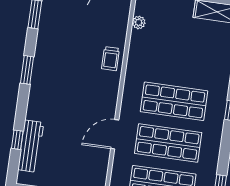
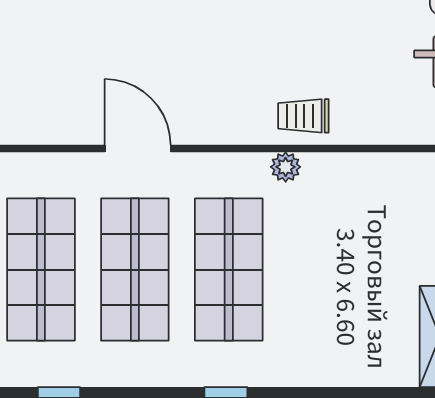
plant: (139, 22) -> (286, 167), moved

